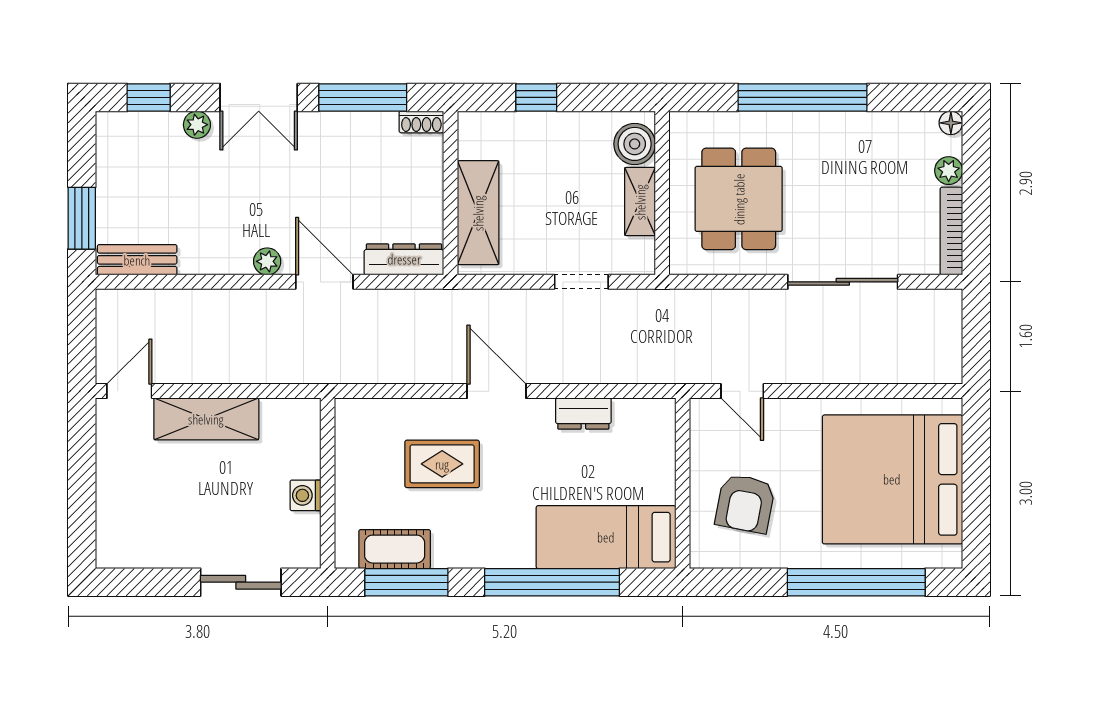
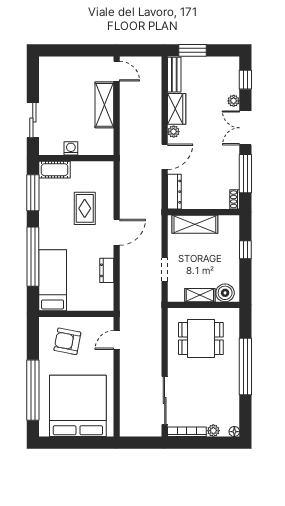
wardrobe: (215, 254) -> (177, 109), added
sliding door: (843, 282) -> (165, 400), moved
cot: (395, 549) -> (55, 170), moved, turned 90

